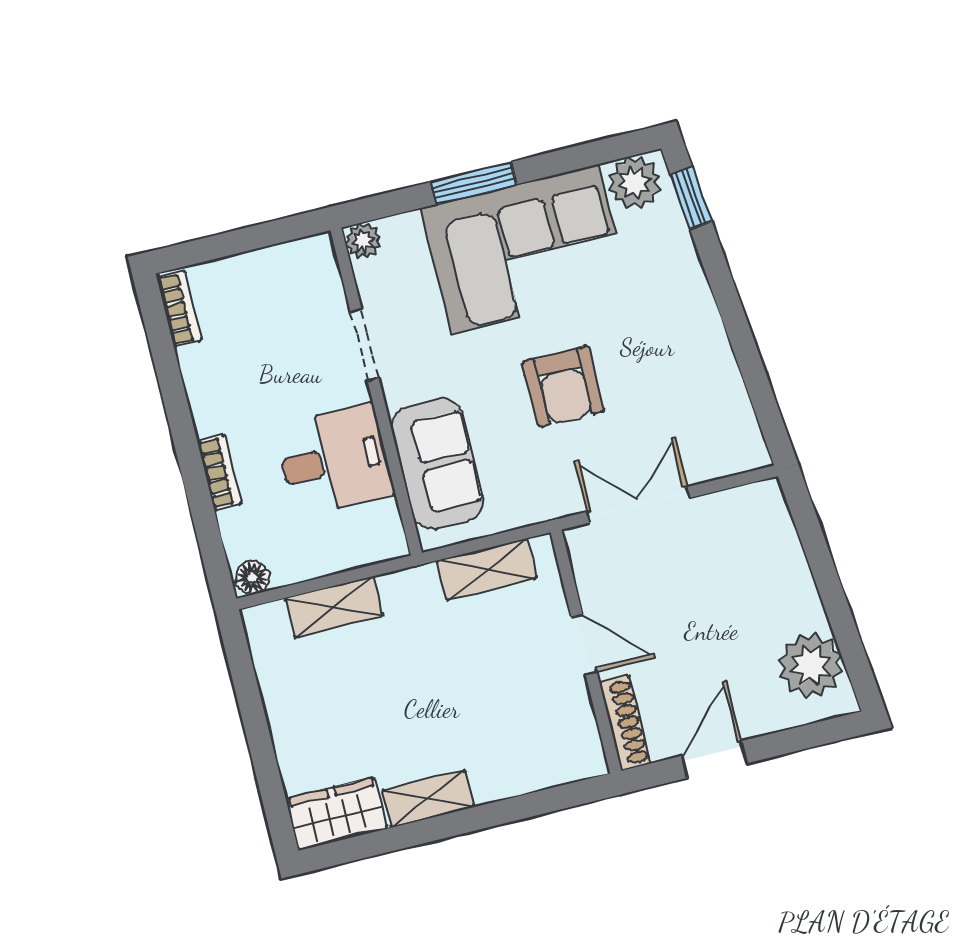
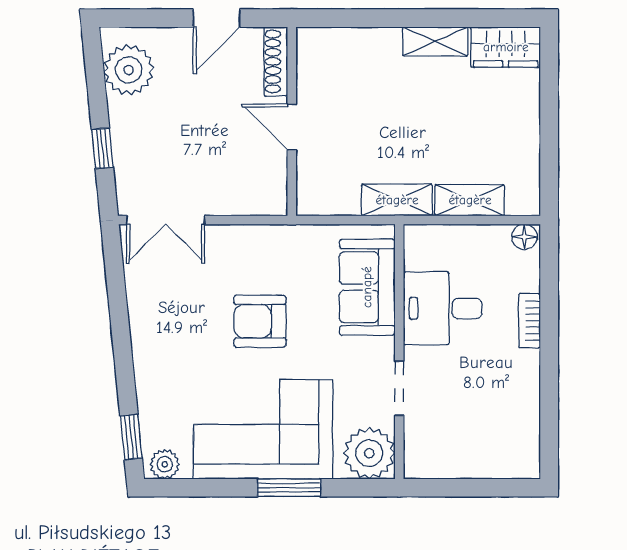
plant: (634, 183) -> (165, 464), width x0.73, depth x0.73
plant: (363, 241) -> (369, 453), width x1.88, depth x1.88
bookcase: (179, 309) -> (529, 449), removed
armchair: (563, 386) -> (260, 321), turned -90
double door: (638, 505) -> (166, 220), moved
window: (819, 557) -> (102, 148), added
shelving: (487, 570) -> (397, 200), moved

